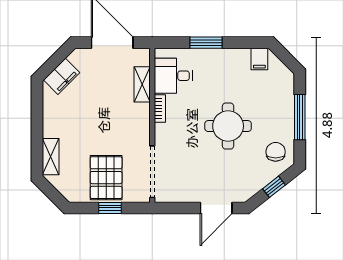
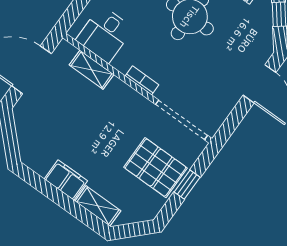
filing cabinet: (62, 76) -> (66, 180), moved, turned -45
bookcase: (160, 109) -> (142, 80), moved

